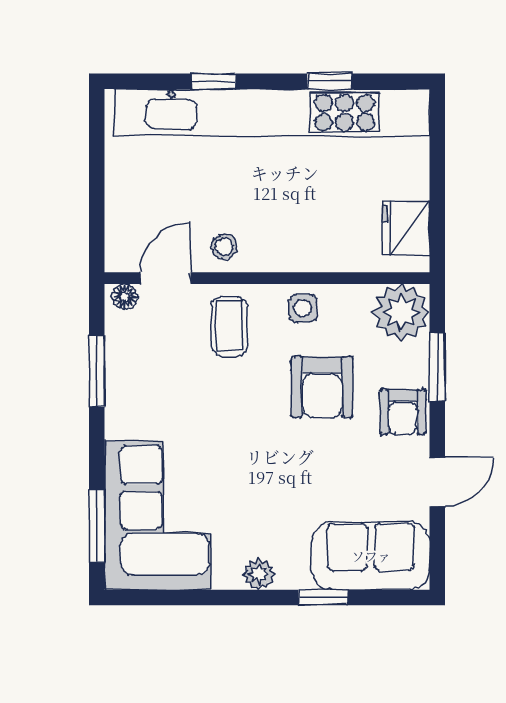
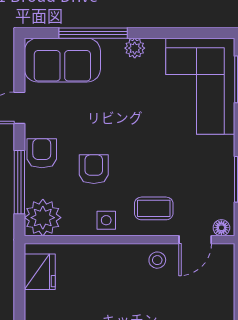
coffee table: (230, 326) -> (154, 208), turned 90
window: (437, 367) -> (19, 182), width x1.44
armchair: (322, 387) -> (94, 169), width x0.72, depth x0.72
window: (323, 597) -> (93, 33), width x2.17

